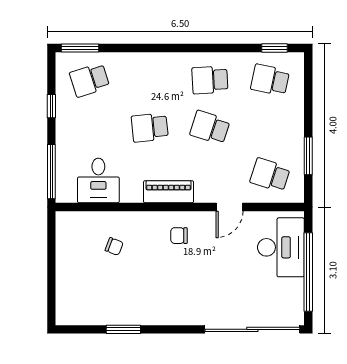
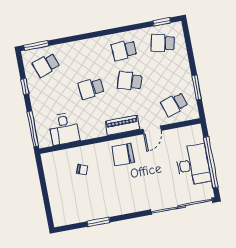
school desk: (270, 175) -> (174, 104), turned -36
piano: (169, 192) -> (122, 125), moved
chair: (179, 236) -> (123, 155), width x1.87, depth x1.87
desk: (281, 247) -> (193, 165), moved

